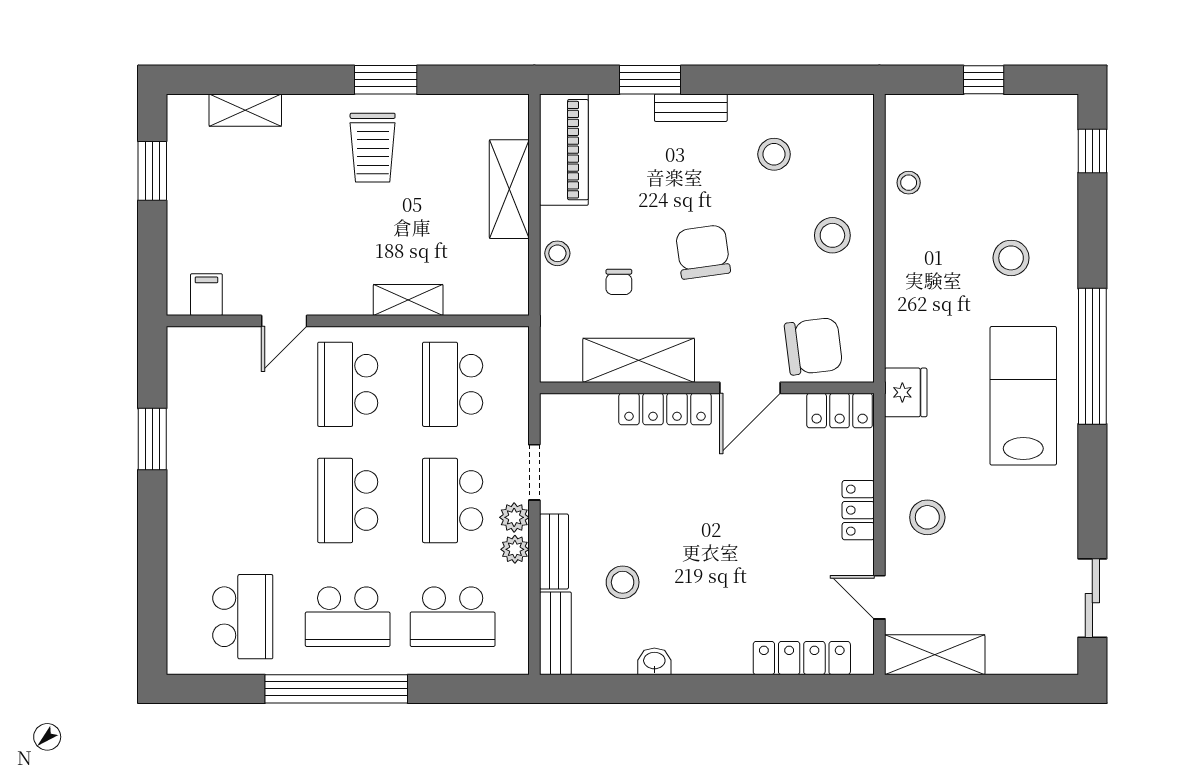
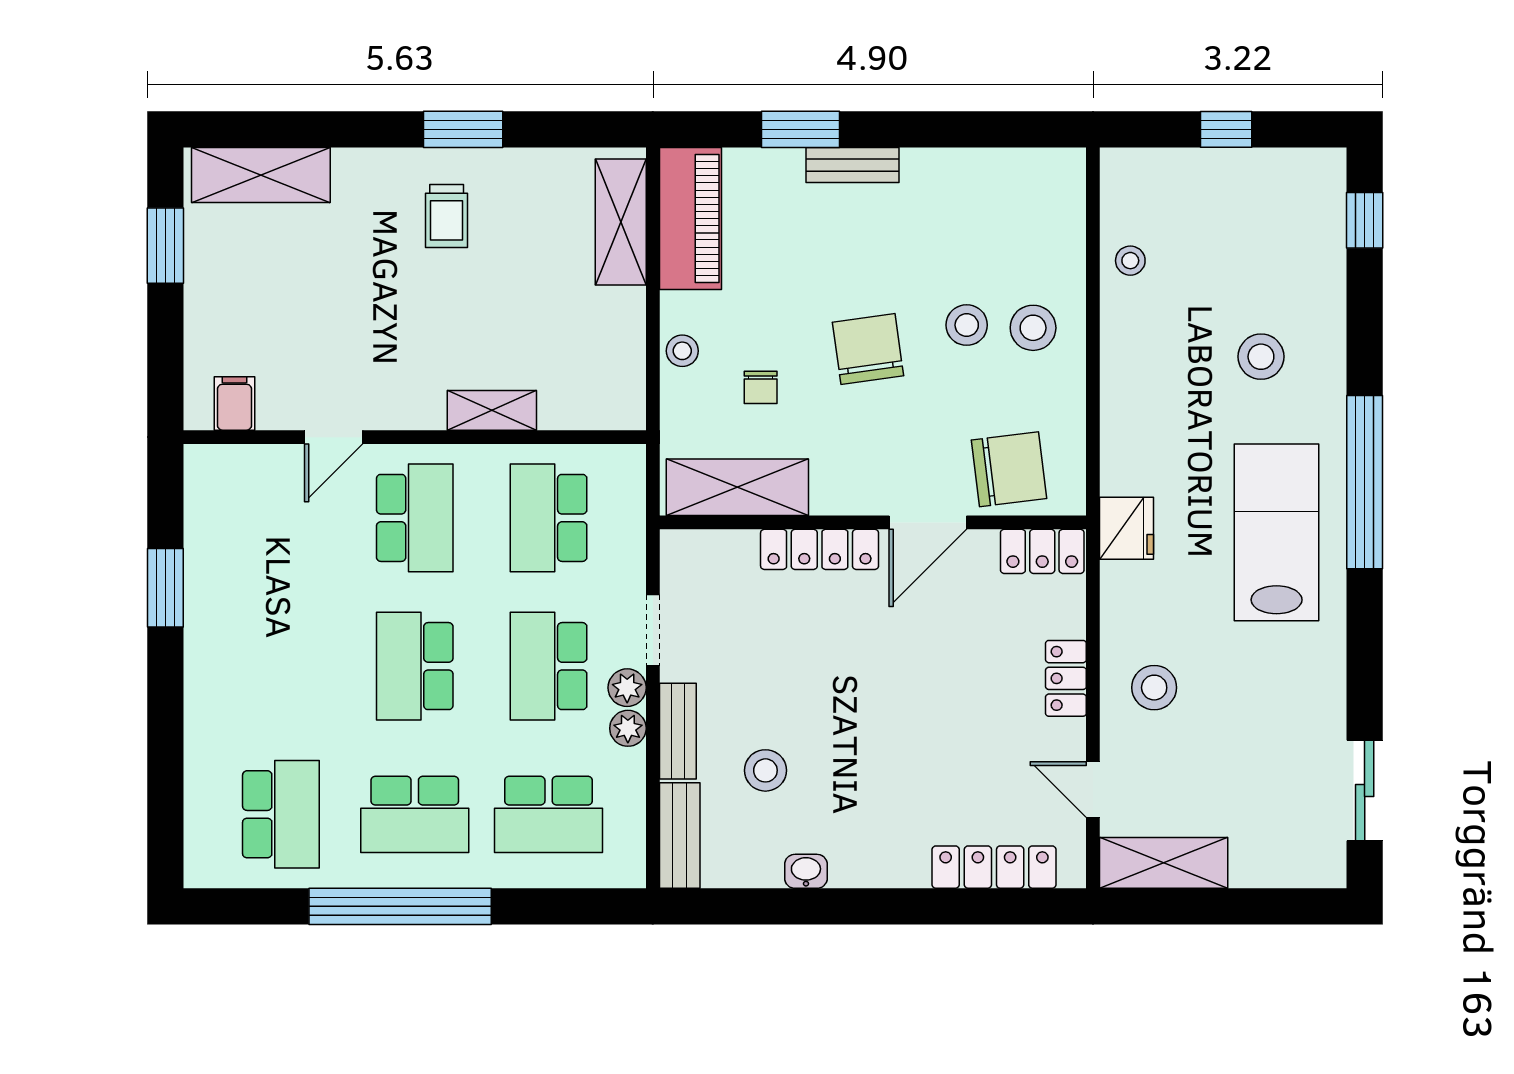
shelving: (245, 110) -> (261, 175), width x1.50, depth x1.33
trolley: (373, 148) -> (447, 216), width x0.73, depth x0.72
stool: (774, 154) -> (967, 325), moved
shelving: (509, 189) -> (621, 222), moved
shelving: (639, 360) -> (737, 487), moved
school desk: (348, 384) -> (415, 518), turned 180

